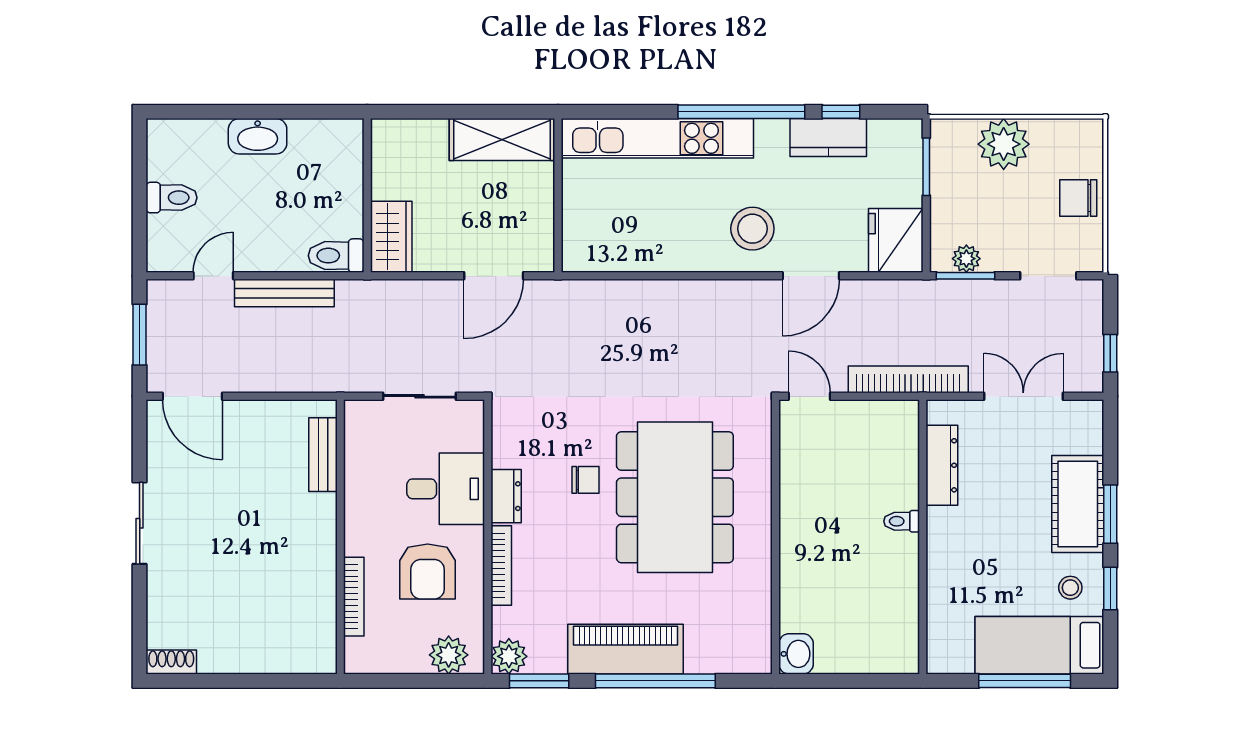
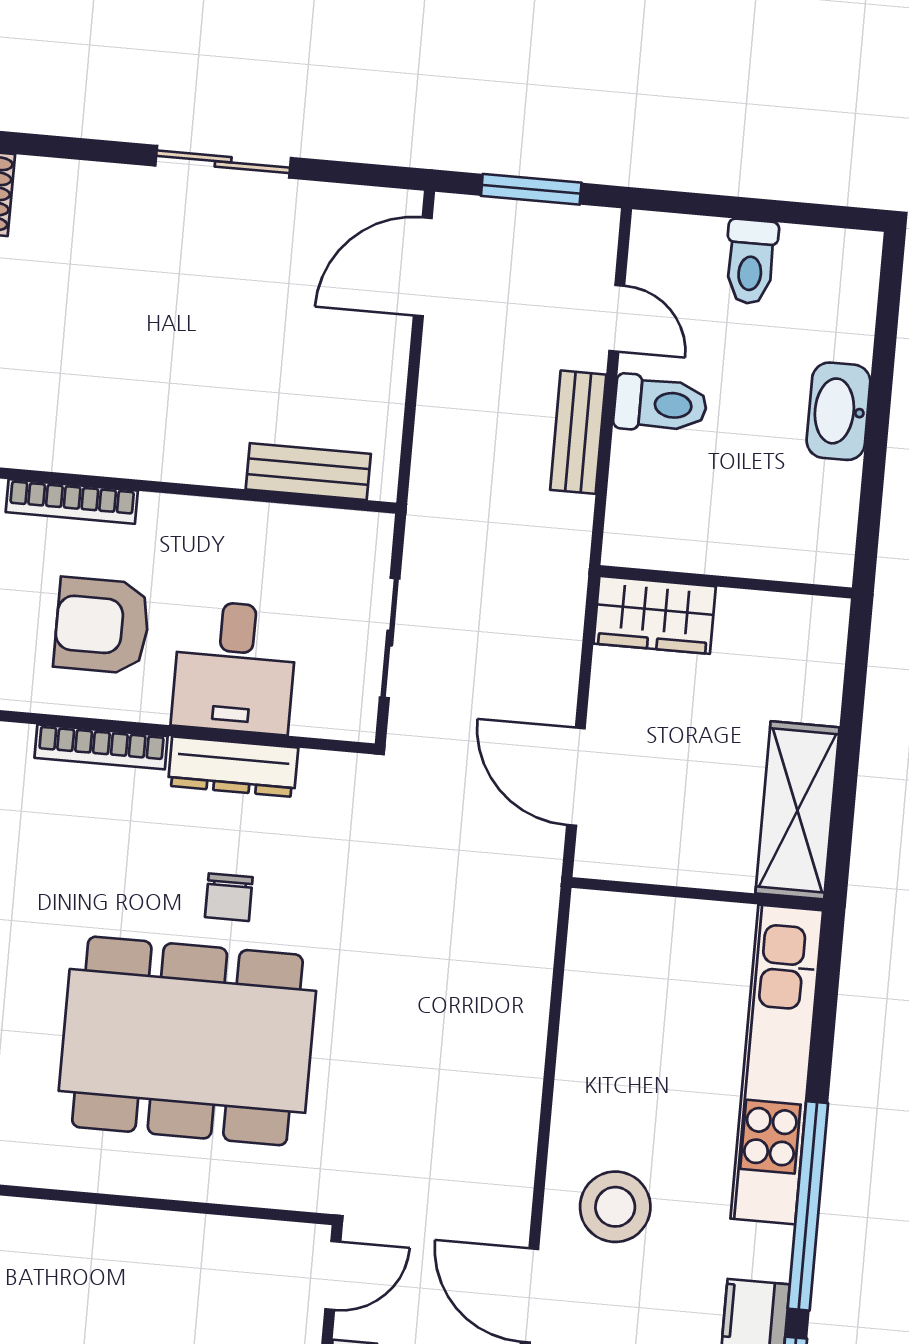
toilet: (336, 256) -> (660, 404), moved, turned 90
bench: (284, 293) -> (578, 432), width x0.73
dresser: (506, 496) -> (233, 767), width x1.44

